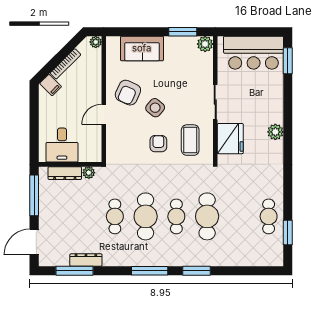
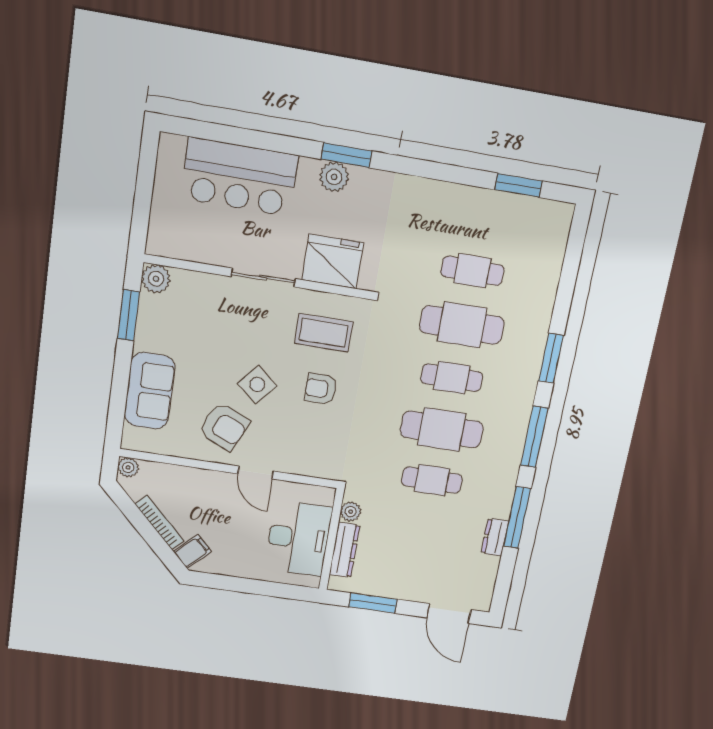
bar counter: (254, 53) -> (240, 177), moved, turned 90
window: (288, 61) -> (346, 155), moved
desk: (62, 145) -> (298, 538), width x1.37
window: (34, 195) -> (373, 603), width x0.69
cafe table: (269, 216) -> (472, 271), moved
dresser: (86, 260) -> (495, 537), width x0.70
window: (75, 271) -> (517, 517), moved

